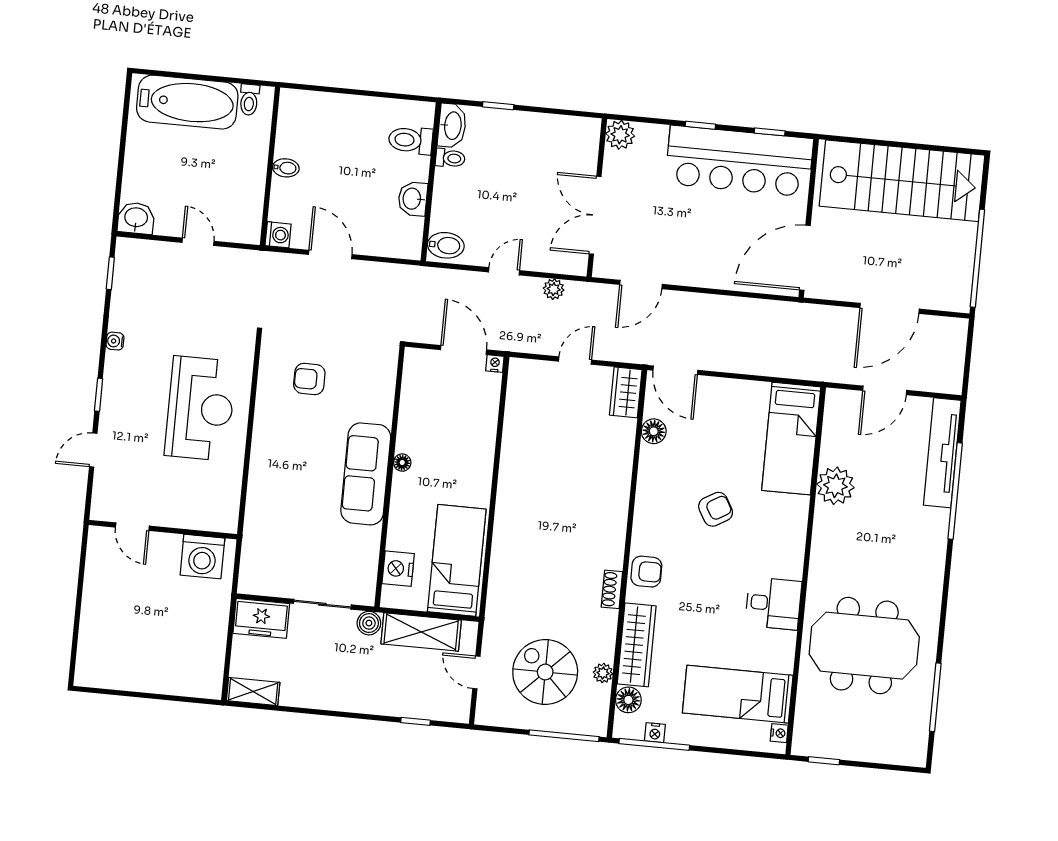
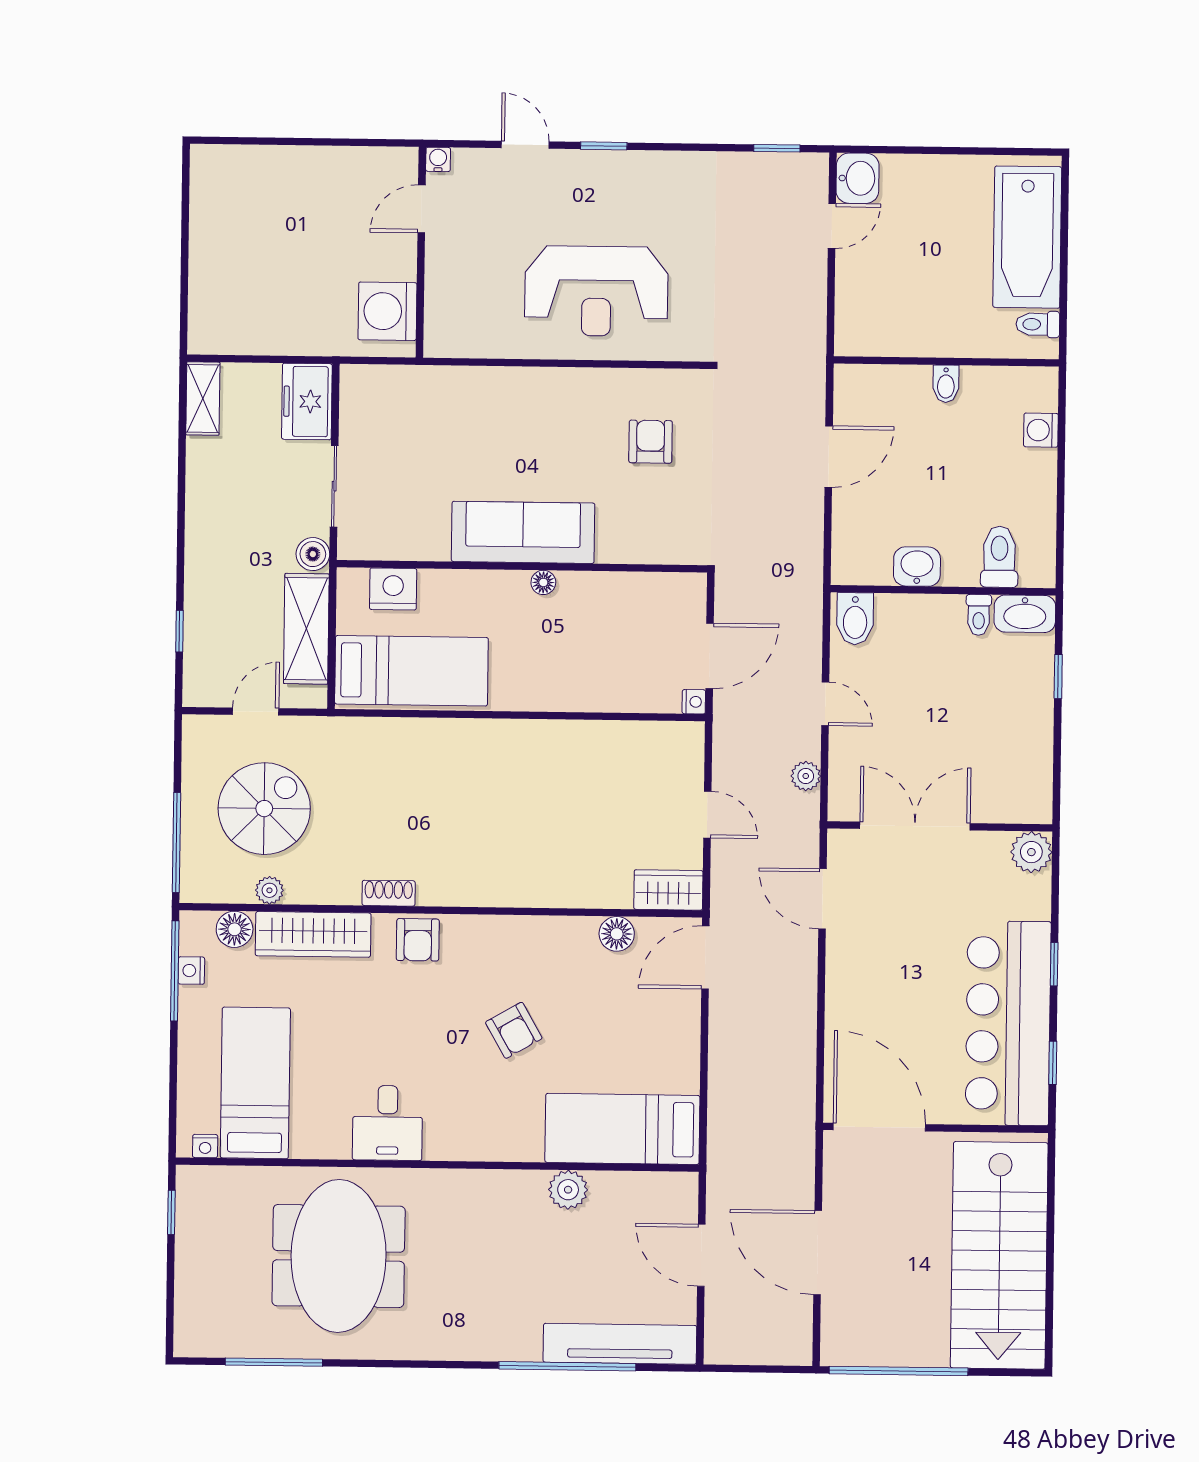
washing machine: (278, 235) -> (1041, 430), moved, turned 90
door: (198, 242) -> (832, 226), moved
water cooler: (115, 341) -> (438, 159), moved
plant: (835, 486) -> (568, 1190), width x0.73, depth x0.73

